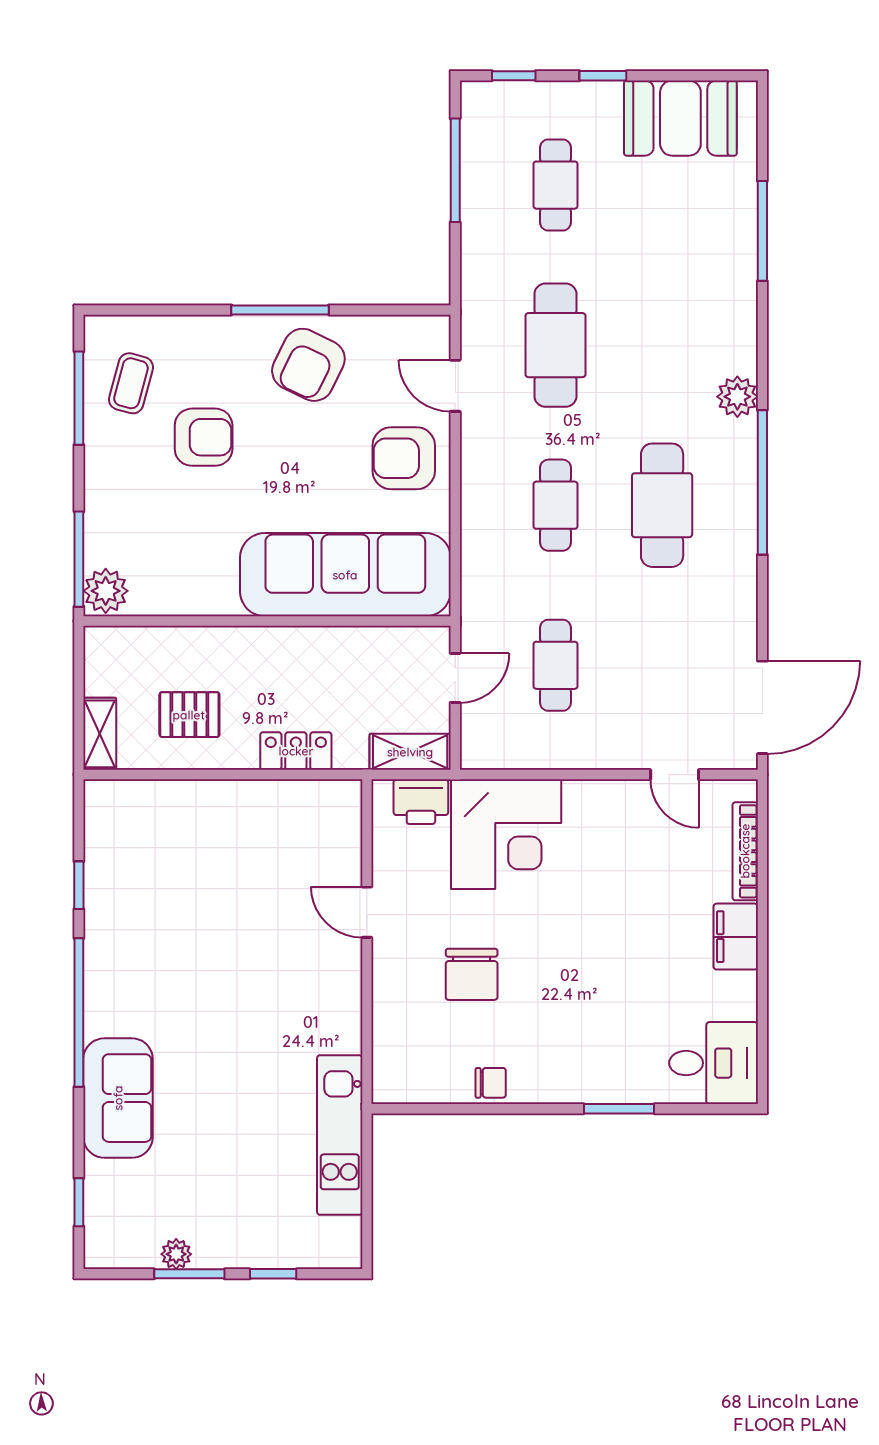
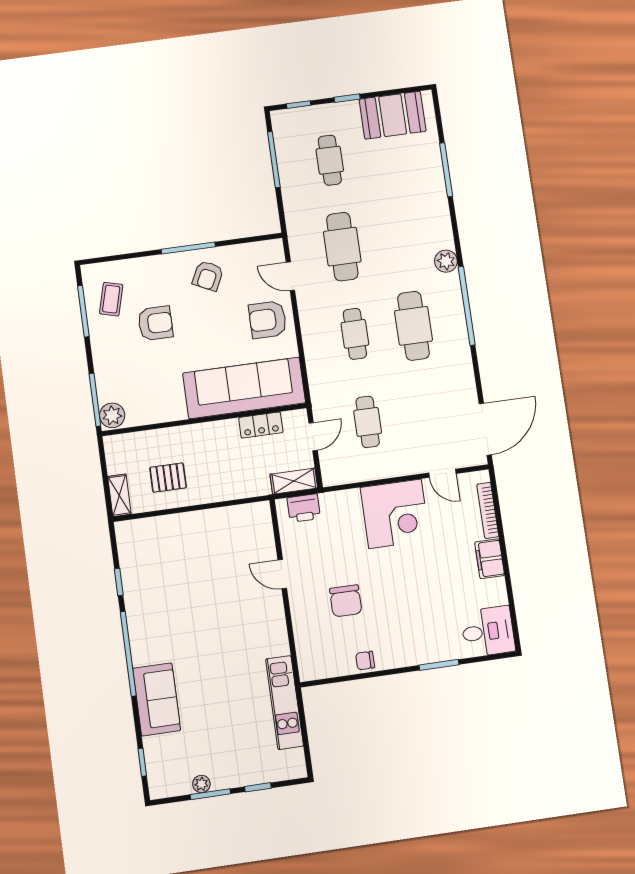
armchair: (308, 365) -> (208, 276), width x0.72, depth x0.72
locker: (296, 751) -> (261, 425), moved, turned 180
corner desk: (506, 834) -> (395, 514), moved
chair: (491, 1083) -> (365, 661), turned 180

